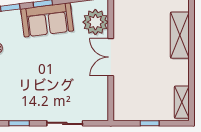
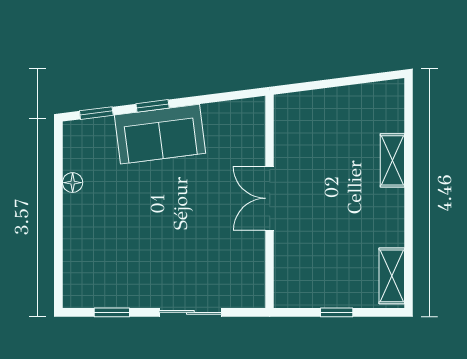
plant: (95, 22) -> (243, 138), removed
shelving: (180, 35) -> (392, 160), width x0.67, depth x0.75

